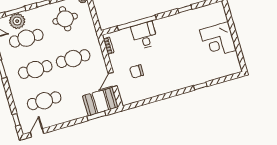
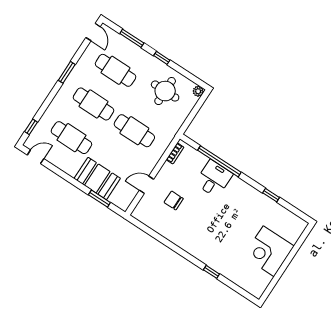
plant: (17, 21) -> (124, 48), removed
booth: (100, 102) -> (97, 178), moved

